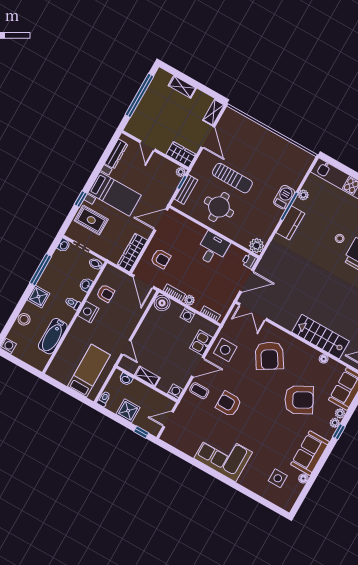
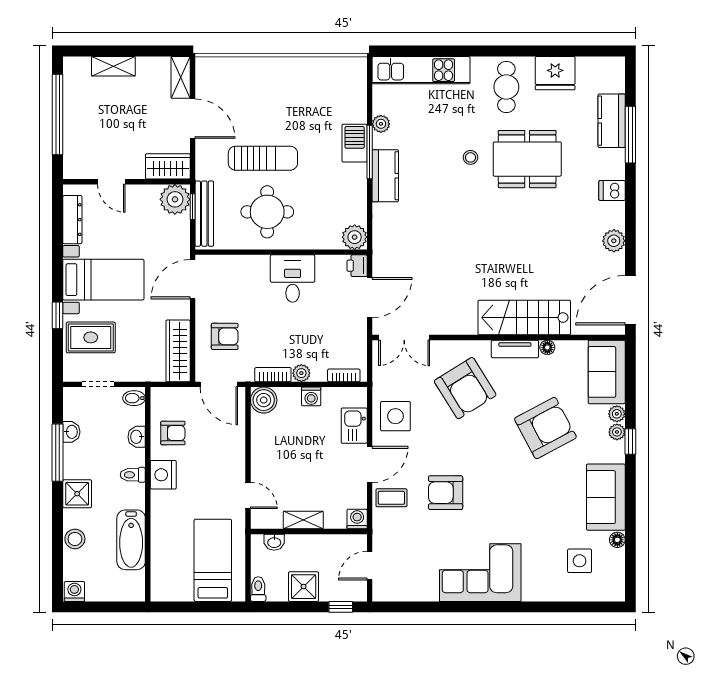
plant: (181, 172) -> (175, 199), width x1.88, depth x1.88
bench: (186, 189) -> (204, 214), width x1.36
washbasin: (64, 245) -> (71, 432), moved
tv unit: (306, 350) -> (515, 349), added

